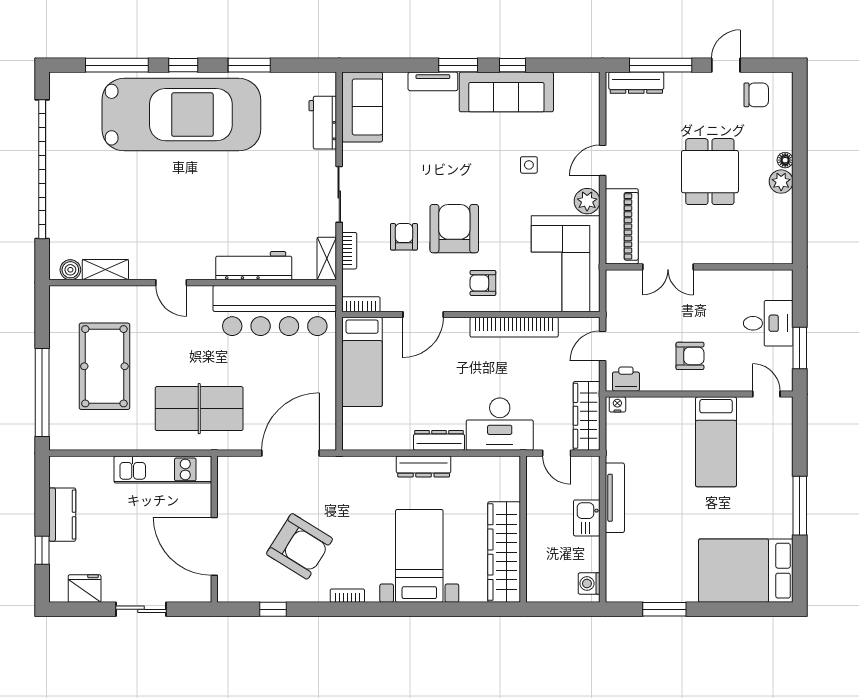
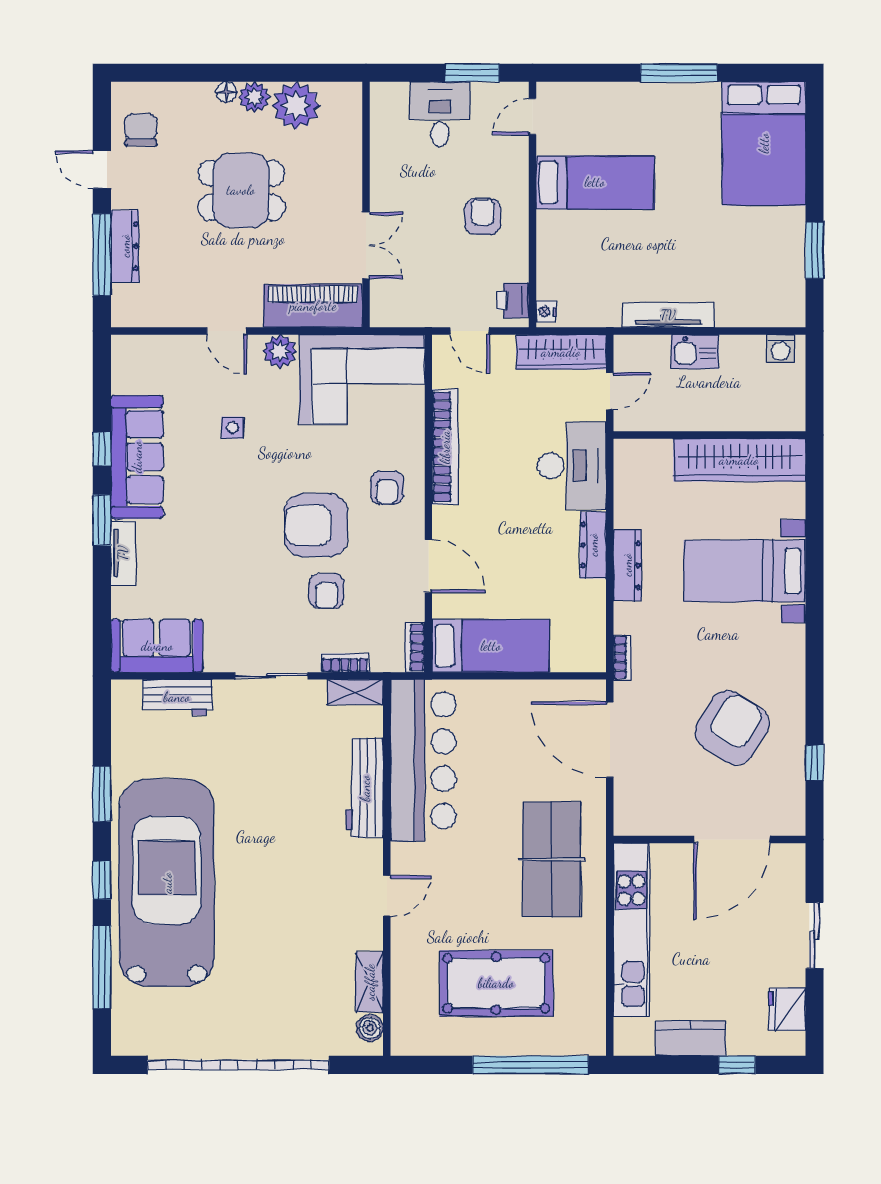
dresser: (636, 83) -> (125, 246), moved
plant: (775, 213) -> (296, 106), added
armchair: (404, 237) -> (327, 591), turned -90
kitchen unit: (163, 469) -> (631, 930), width x1.36
bookcase: (347, 596) -> (622, 658), moved, turned 180

